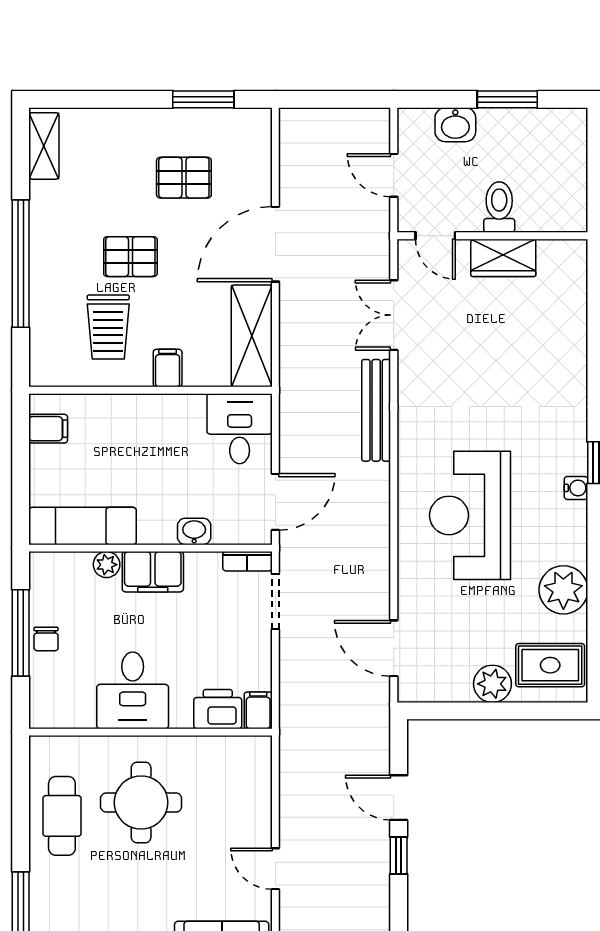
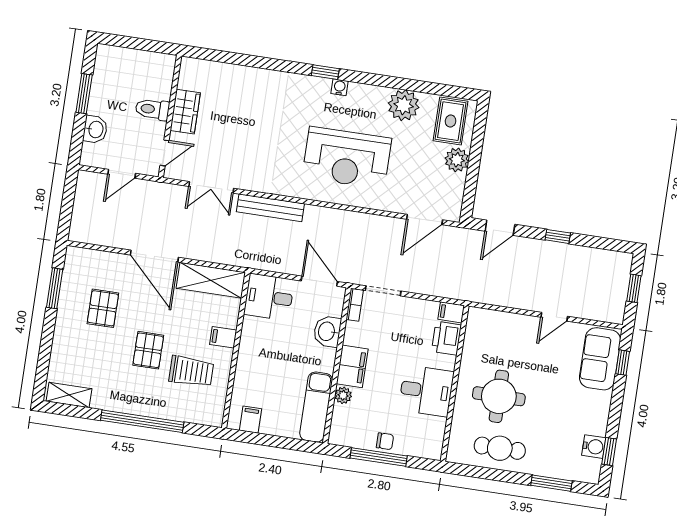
washbasin: (194, 531) -> (327, 331), width x1.38, depth x1.45
door: (399, 798) -> (500, 228), moved

